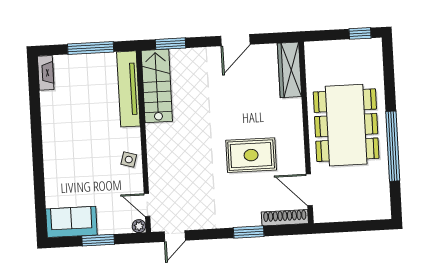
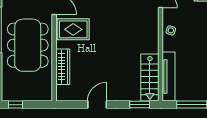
wardrobe: (290, 70) -> (63, 67), moved
rug: (251, 155) -> (73, 29), moved

